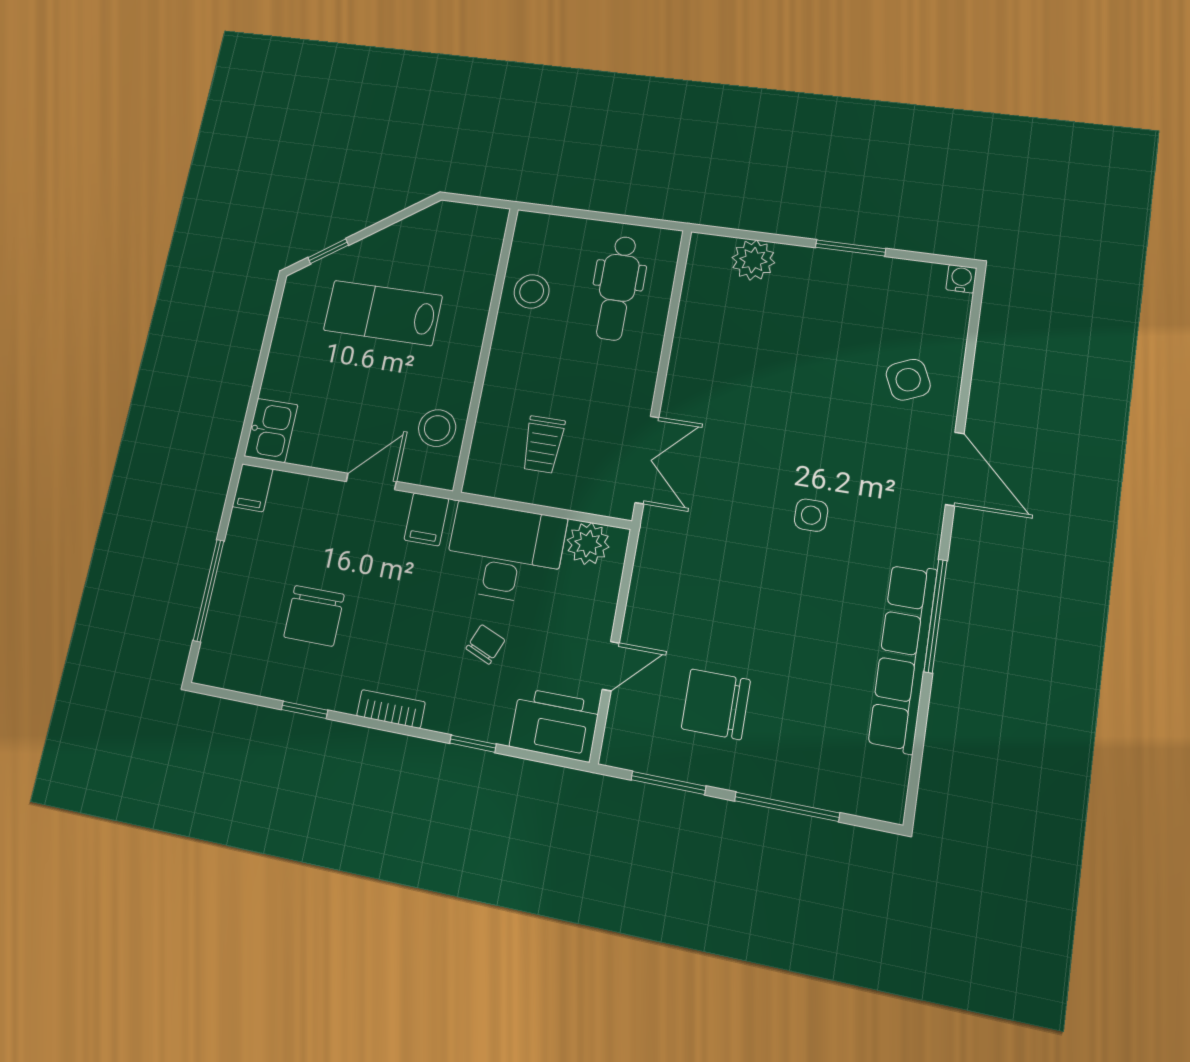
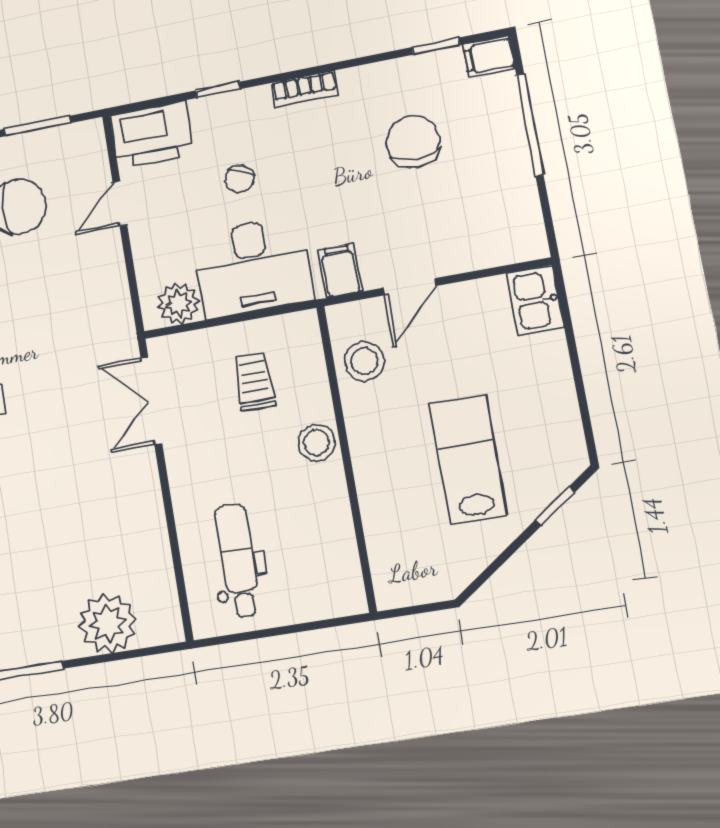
plant: (753, 260) -> (108, 623), width x1.36, depth x1.36
stool: (532, 291) -> (316, 443), moved
lab bench: (383, 313) -> (468, 459), turned -90
filing cabinet: (253, 488) -> (489, 57), moved, turned -90
window: (305, 710) -> (436, 46), moved

